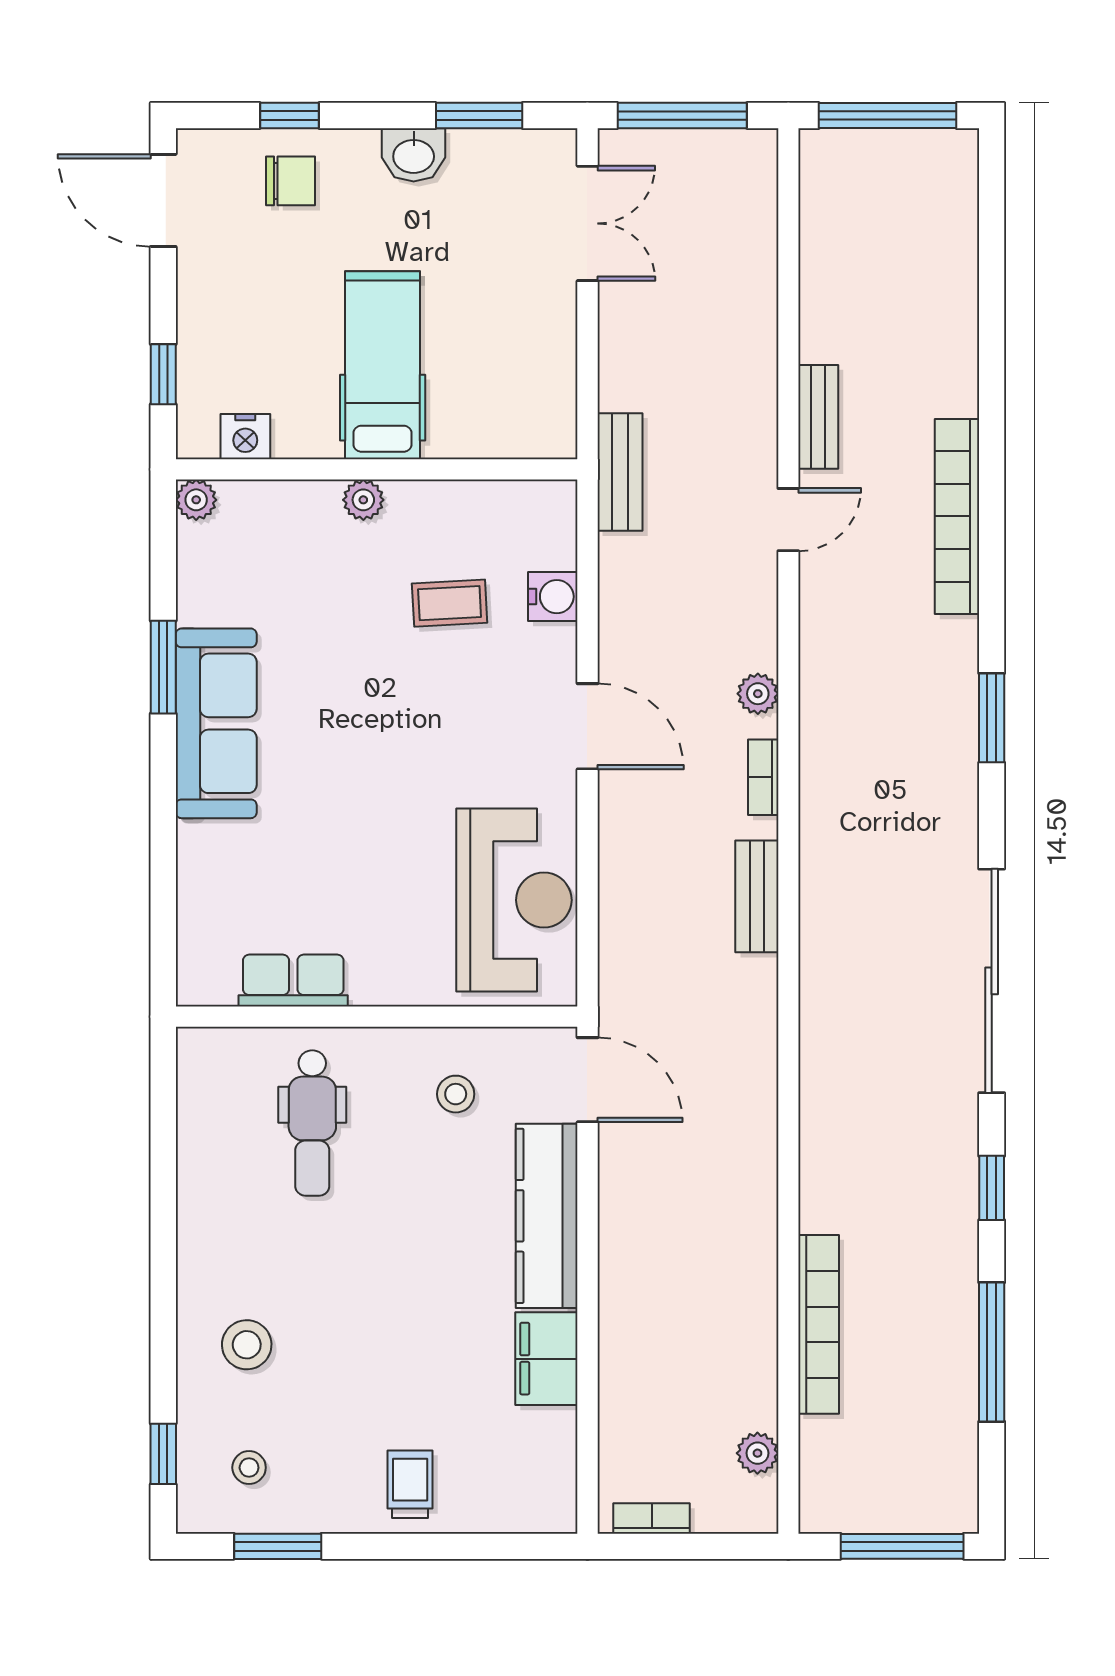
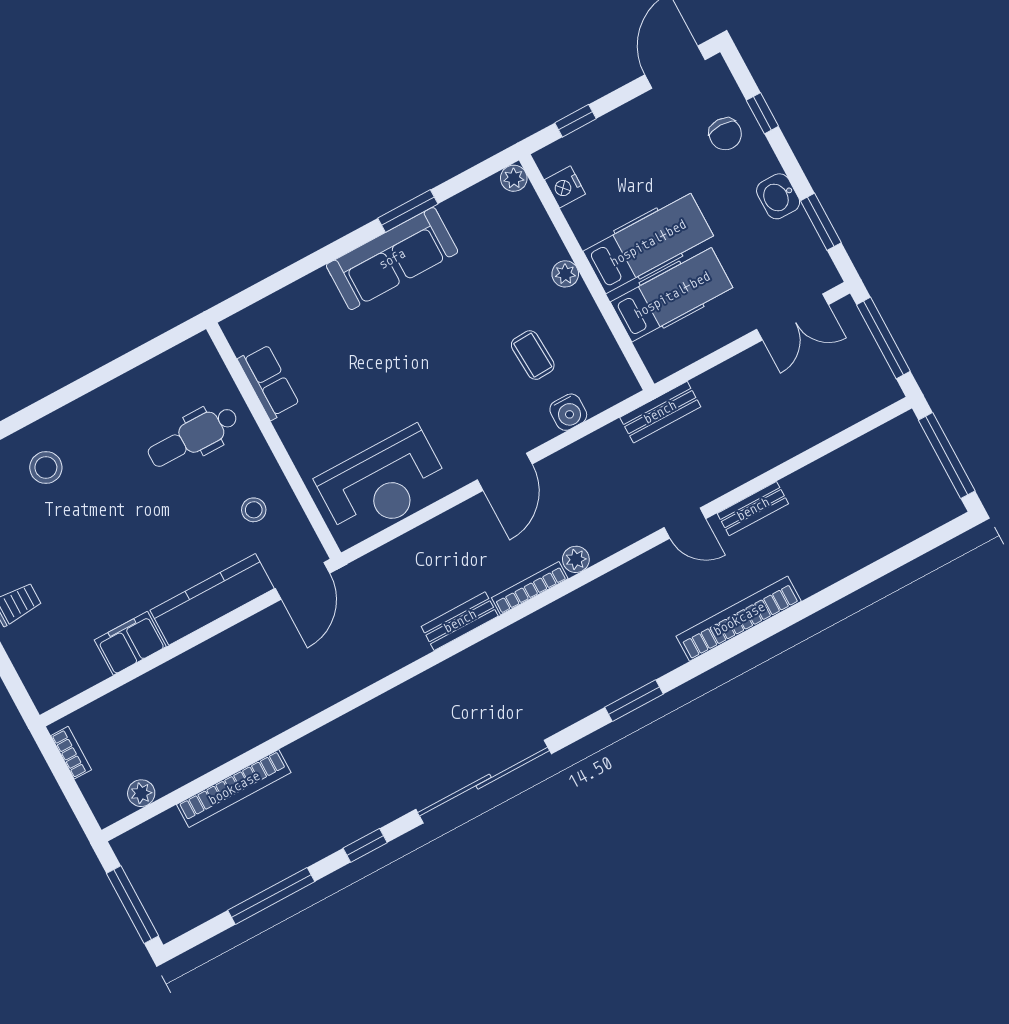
hospital bed: (469, 371) -> (672, 295), added
bookcase: (763, 777) -> (530, 588), width x1.56

